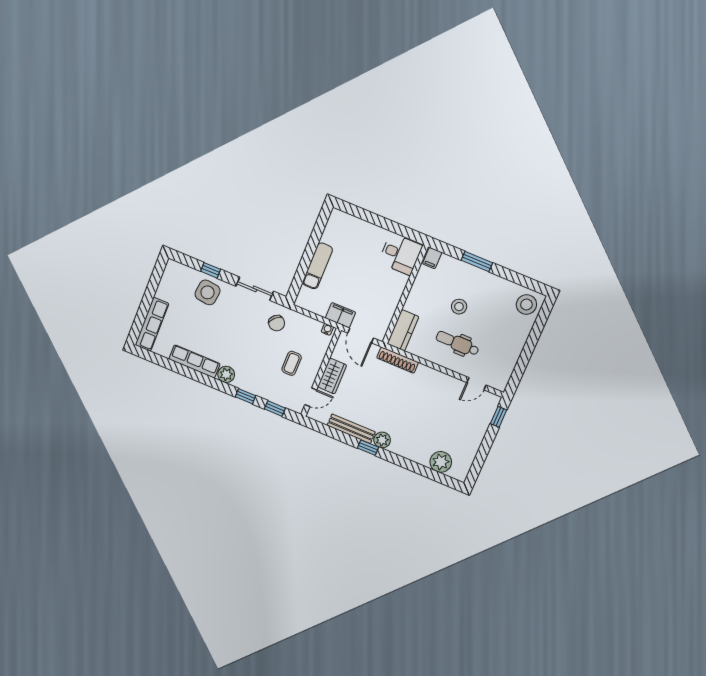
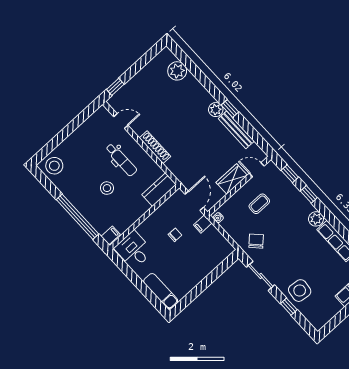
window: (477, 261) -> (77, 217), width x2.11
exam couch: (318, 266) -> (161, 291), moved, turned 90
chair: (364, 290) -> (175, 235), added
filing cabinet: (340, 315) -> (203, 224), width x0.50
shoe rack: (398, 360) -> (155, 147), moved

